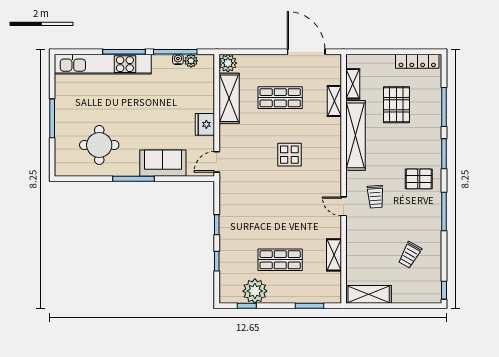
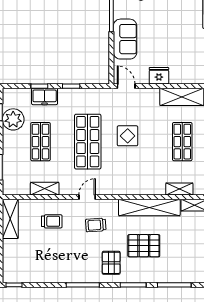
pallet: (396, 105) -> (144, 246), moved
display table: (289, 155) -> (128, 136), moved
shop shelf: (280, 206) -> (88, 142), added
freezer: (229, 255) -> (45, 96), added
trolley: (410, 255) -> (52, 221), moved, turned 151

